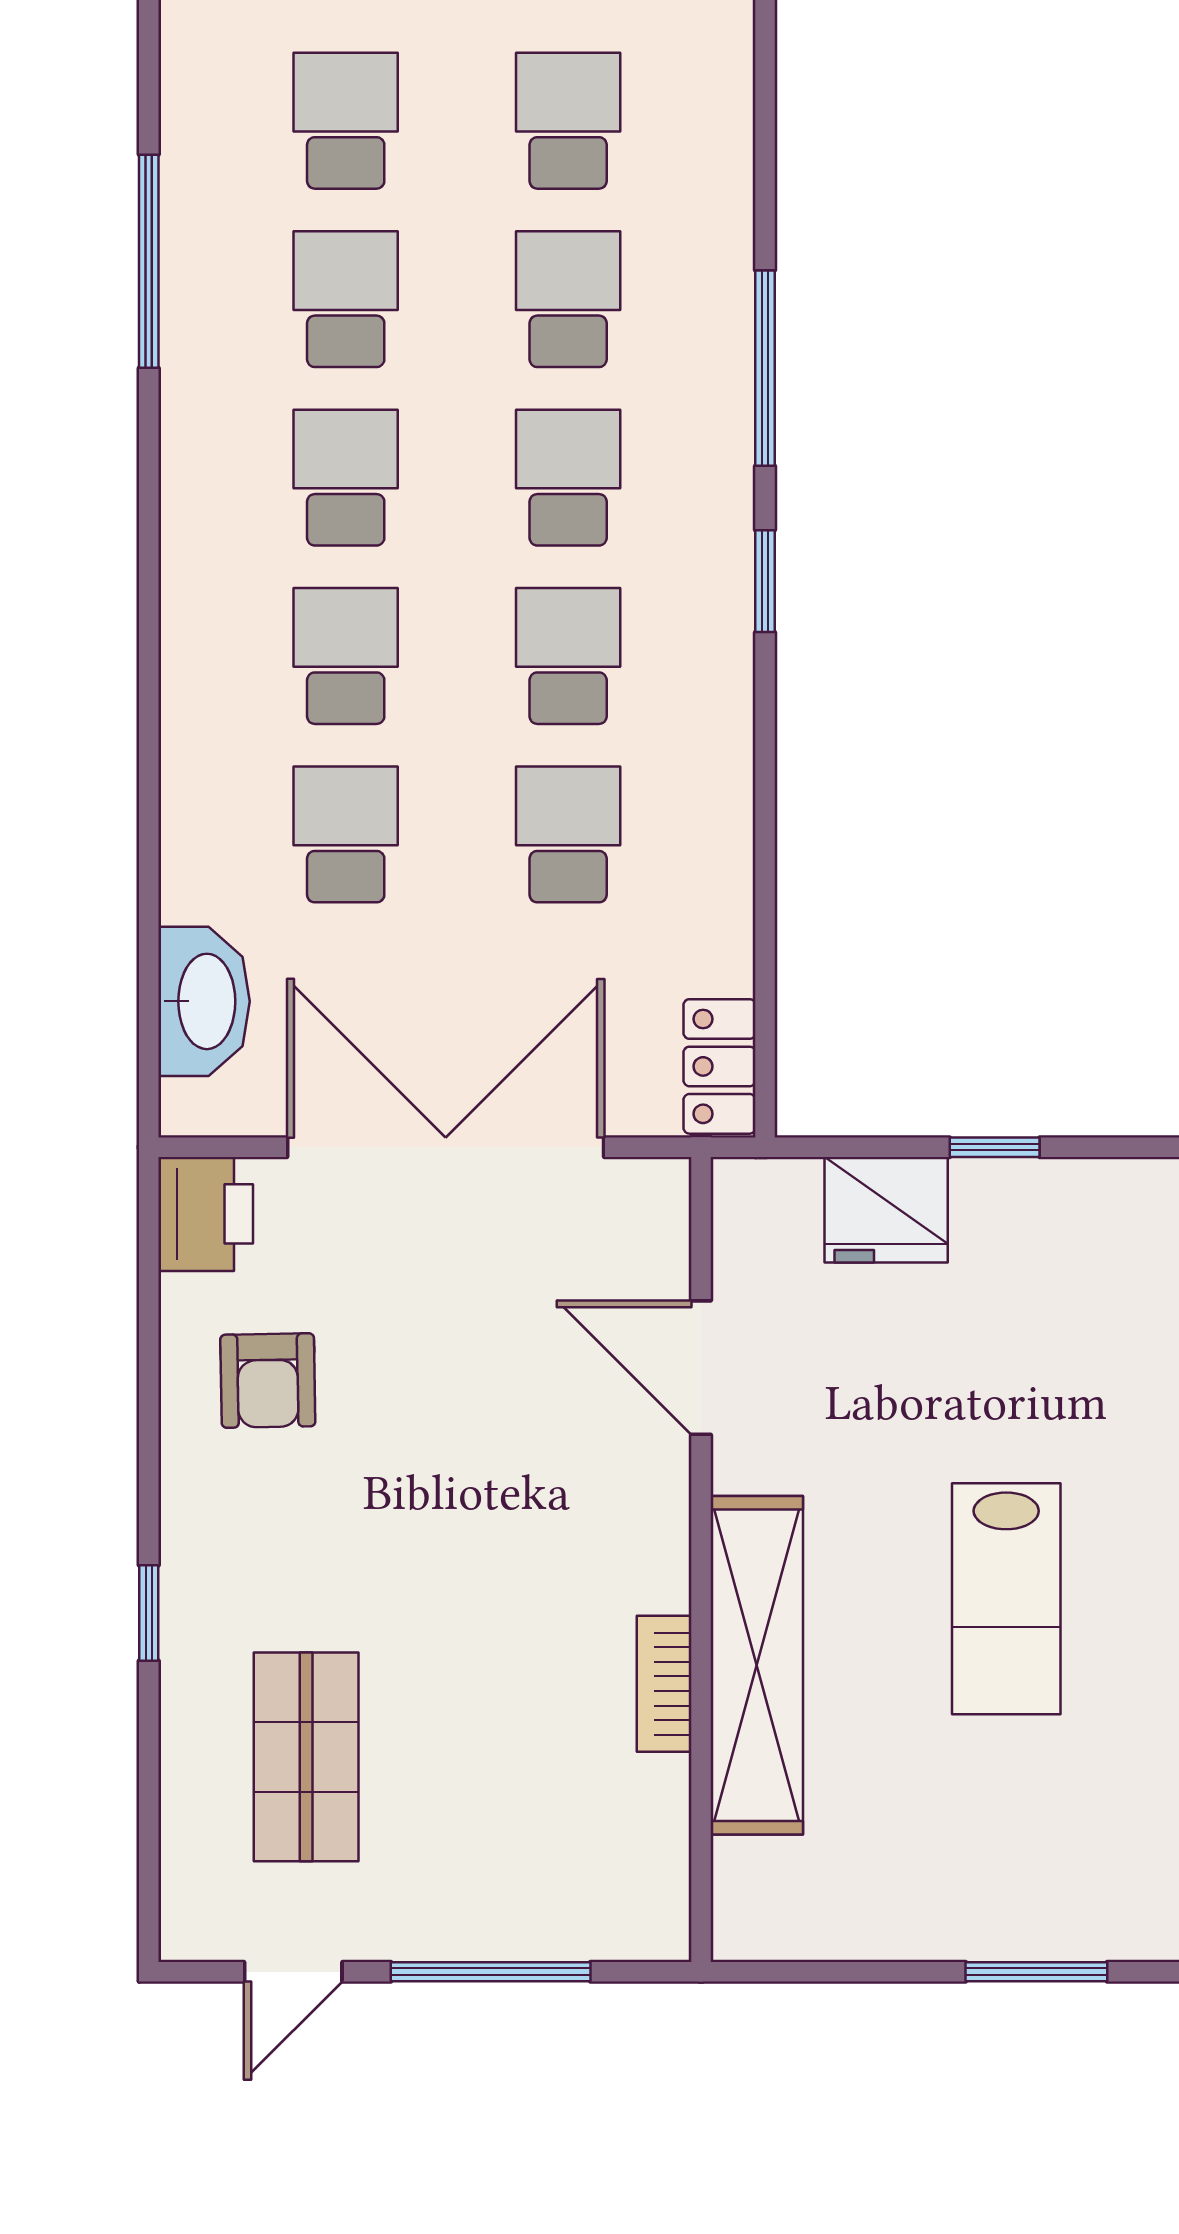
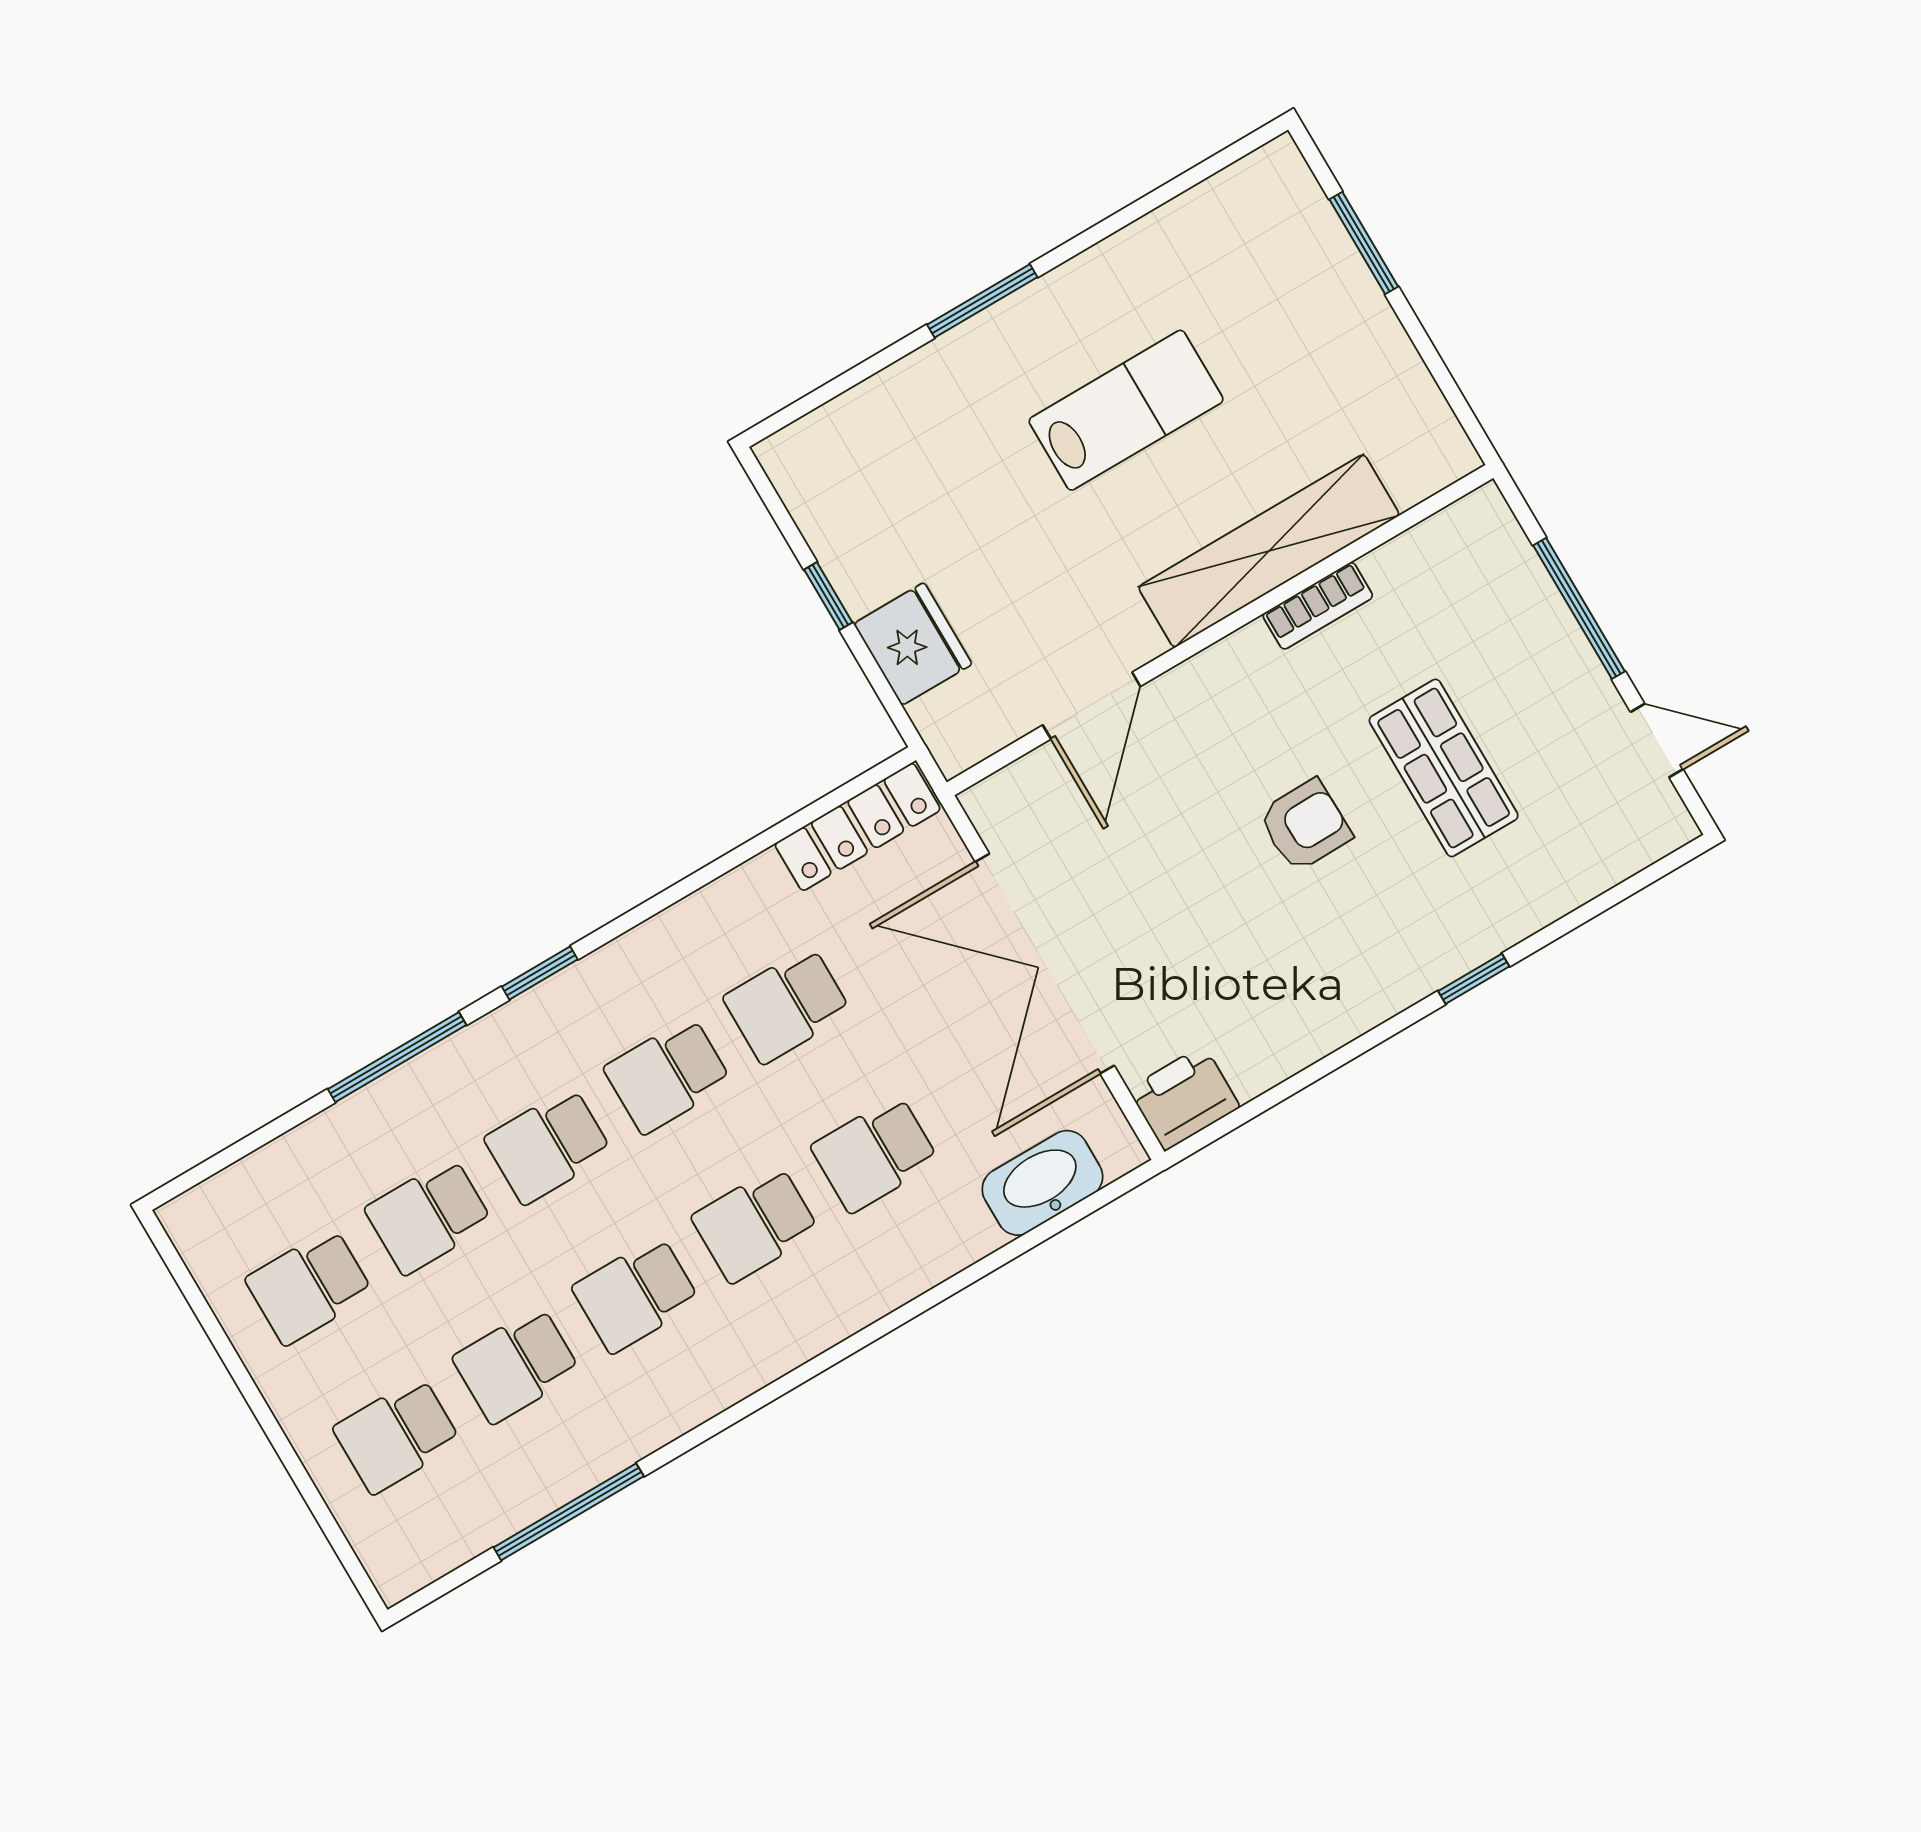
locker: (720, 1066) -> (858, 827), width x1.53
armchair: (268, 1381) -> (1305, 825), moved
shop shelf: (306, 1757) -> (1444, 768), moved, turned 90

